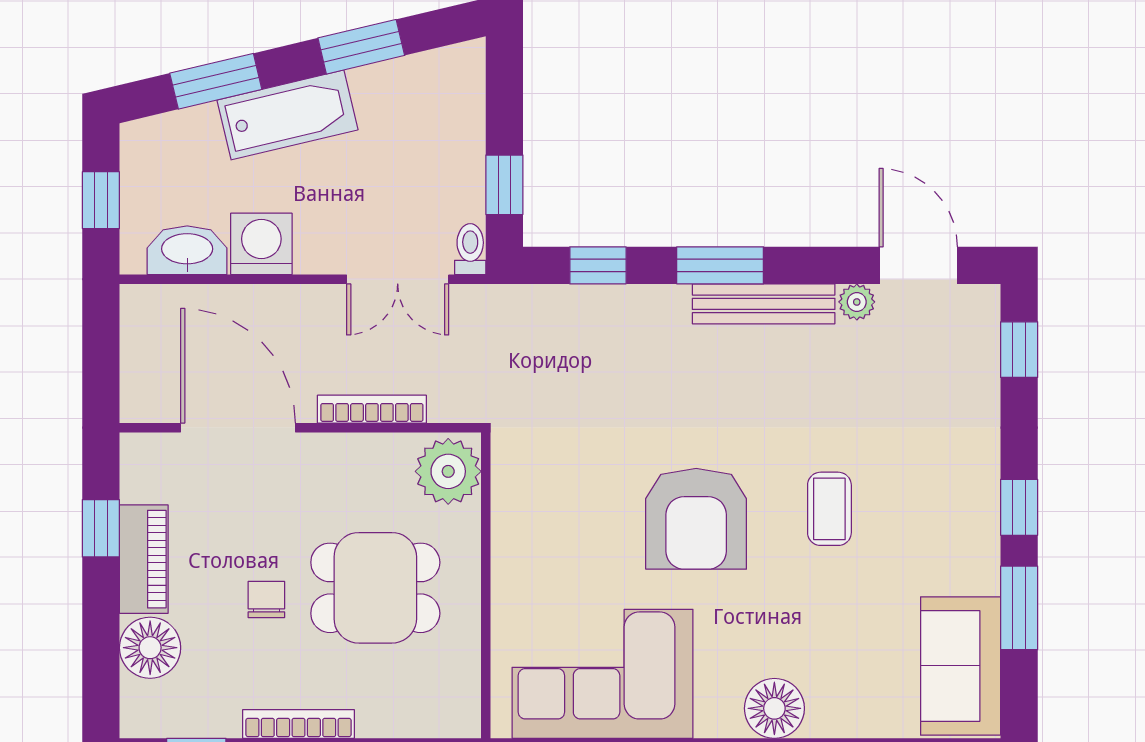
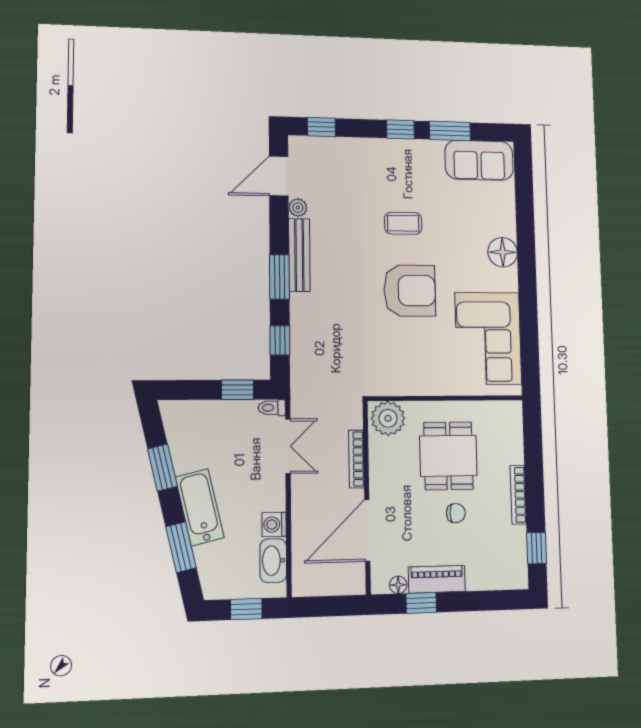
washing machine: (261, 244) -> (274, 524), width x0.73, depth x0.73
chair: (266, 600) -> (456, 513), turned 180
floor lamp: (150, 648) -> (398, 585), moved, width x0.53, depth x0.53

